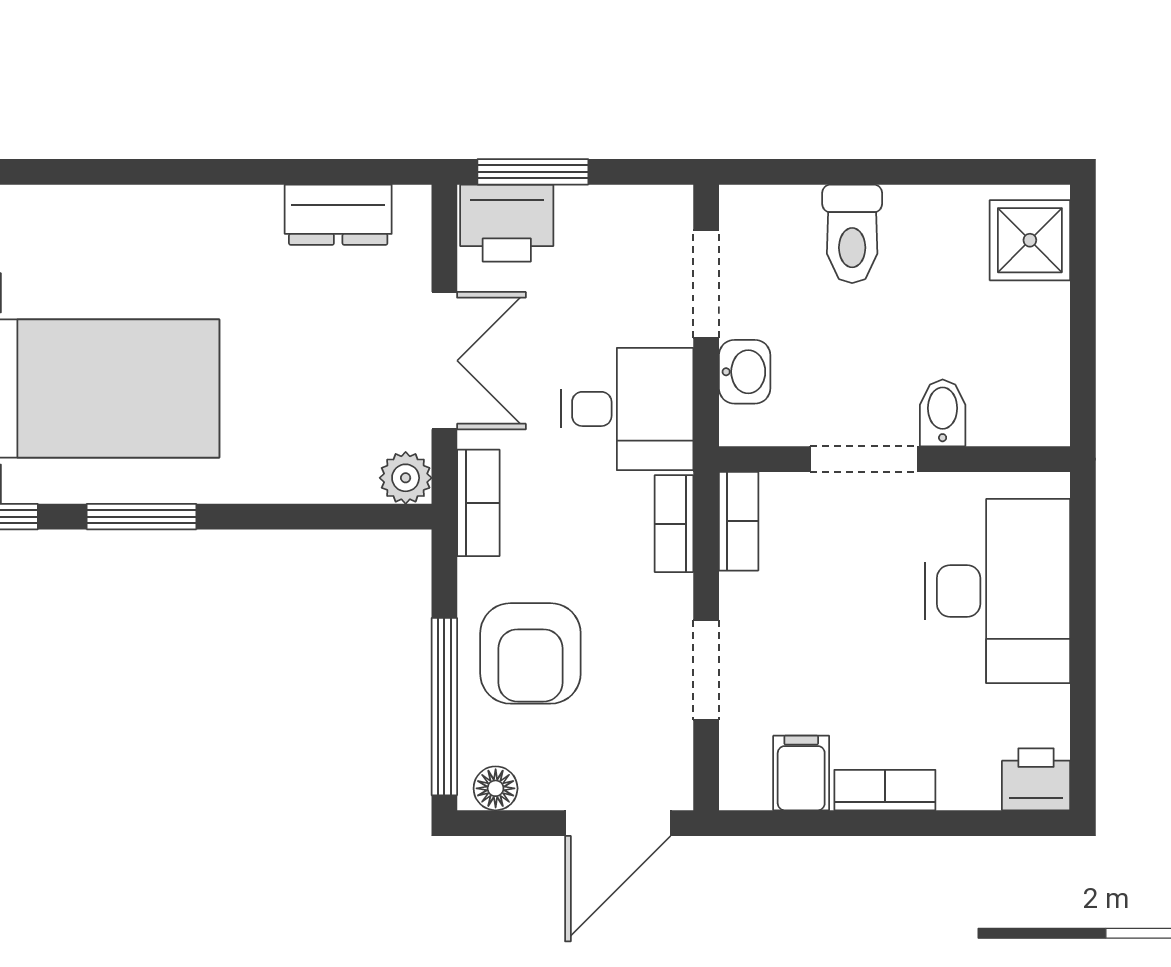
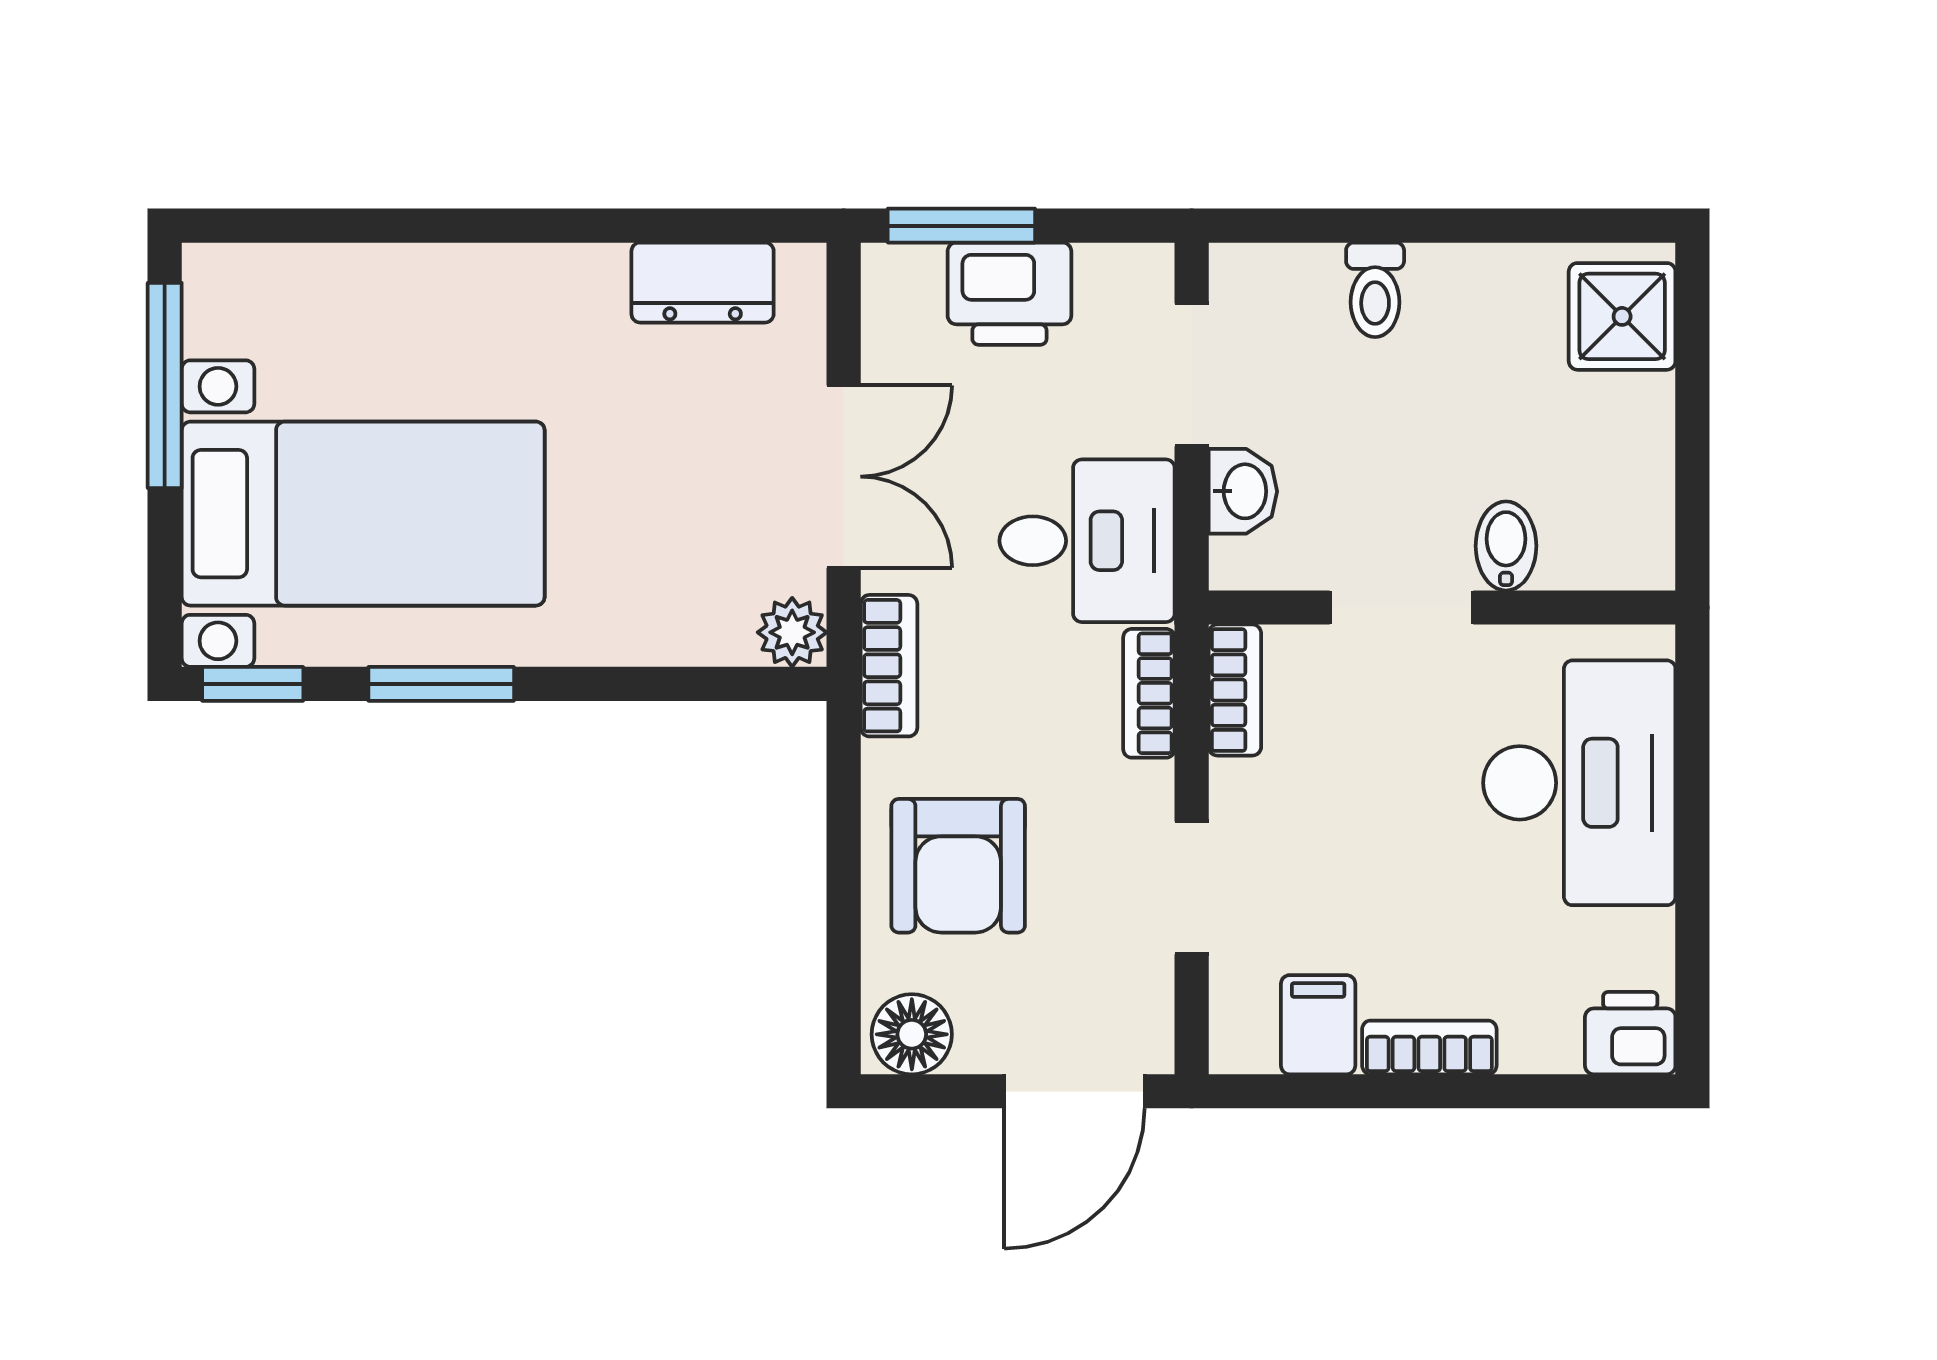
printer: (507, 223) -> (1009, 294), moved
toilet: (852, 234) -> (1375, 290), width x0.73, depth x0.72
window: (444, 707) -> (844, 936), removed
floor lamp: (496, 788) -> (912, 1034), width x1.37, depth x1.37

